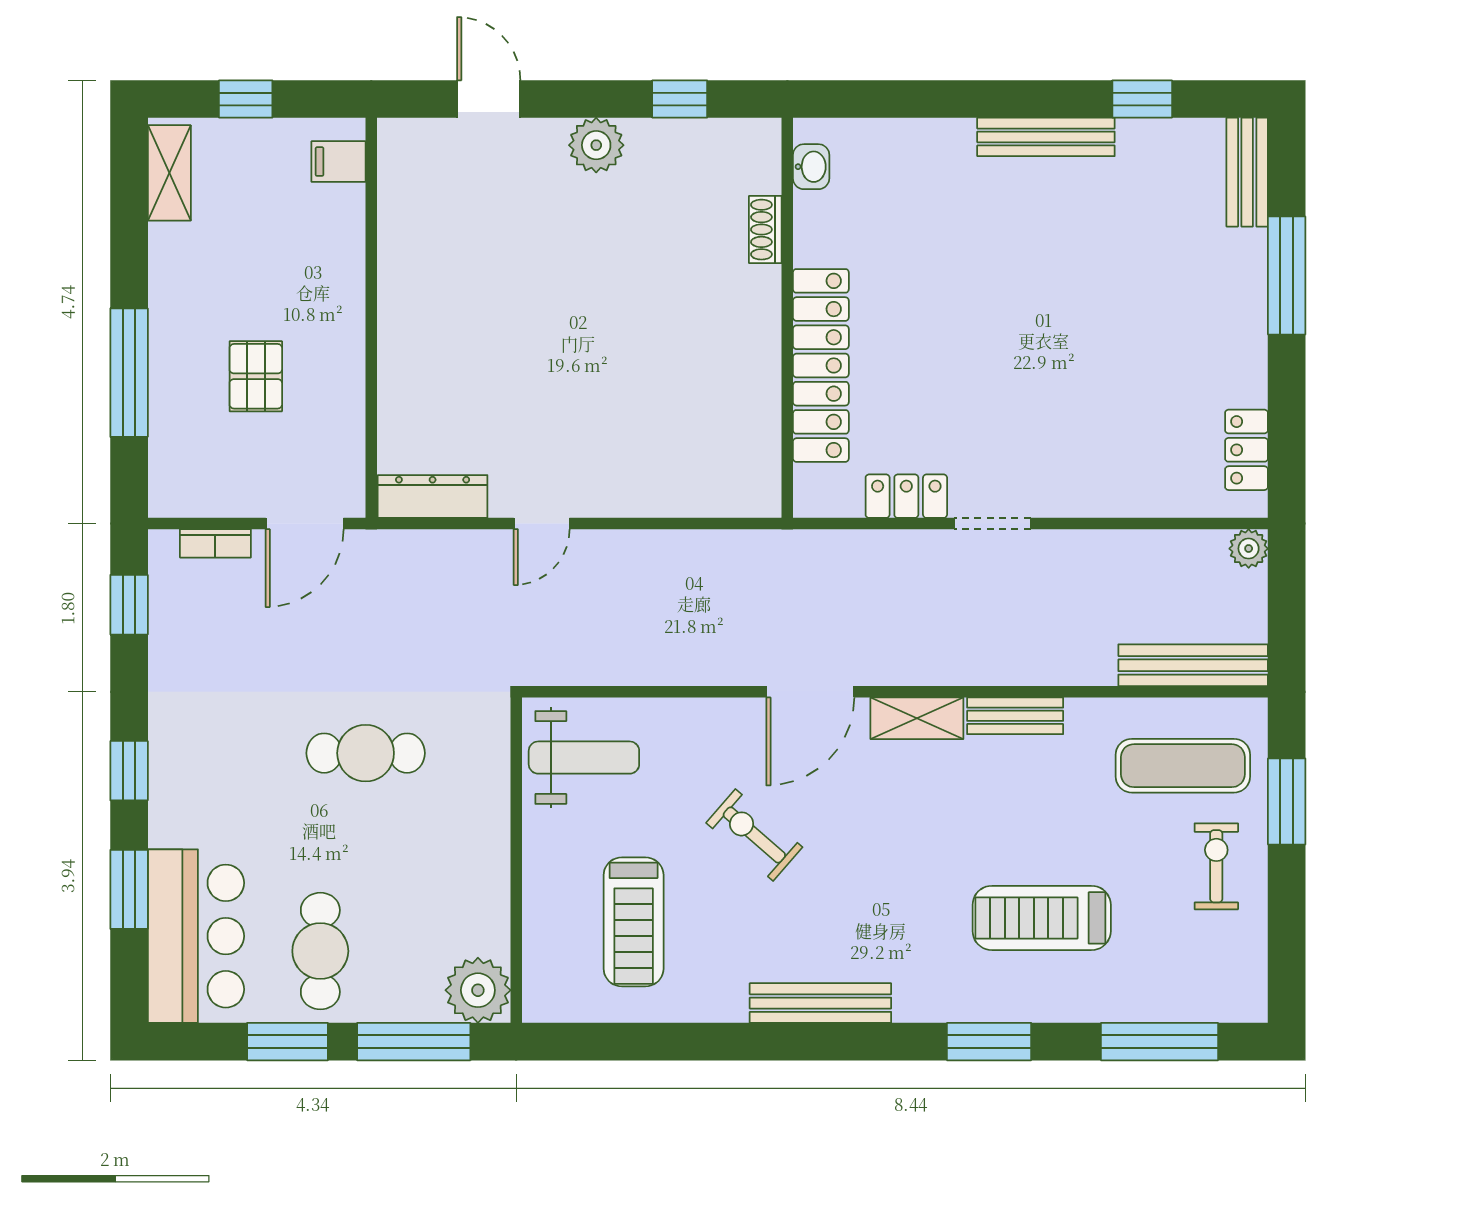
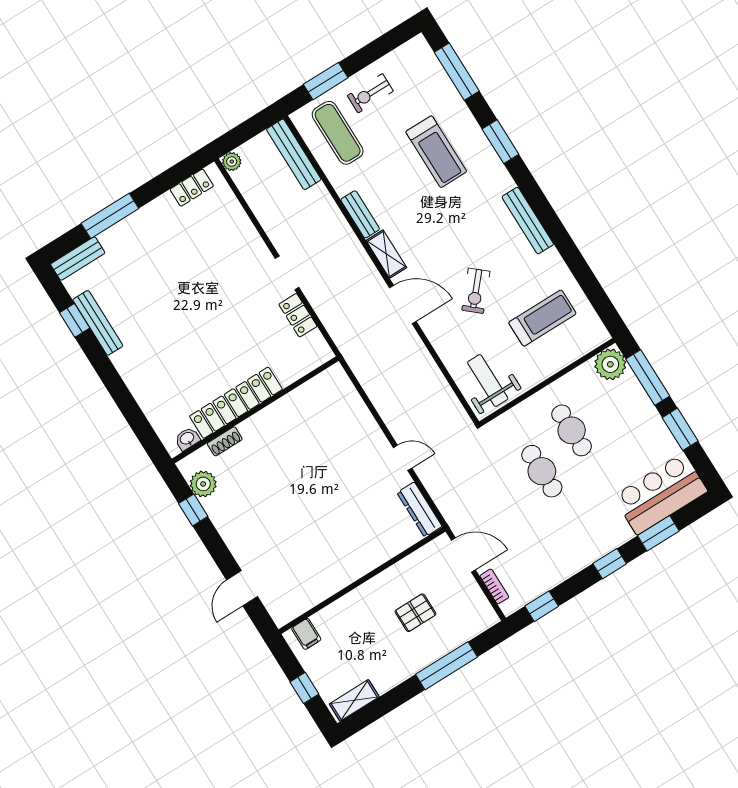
bench: (1046, 137) -> (98, 323), moved
plant: (596, 145) -> (203, 484), moved
locker: (821, 365) -> (236, 403), moved
cafe table: (320, 951) -> (572, 430), moved, turned 90

